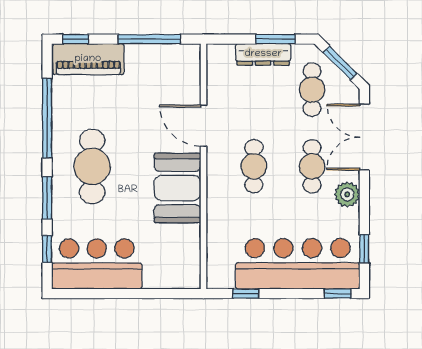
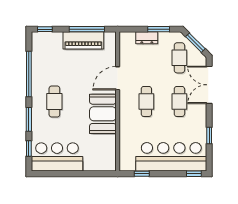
dresser: (263, 54) -> (147, 38), width x0.70
piano: (88, 59) -> (83, 40), moved
door: (203, 126) -> (118, 78), hinge flipped
cafe table: (92, 166) -> (54, 102), width x0.73, depth x0.74
plant: (347, 194) -> (199, 117), removed
window: (364, 249) -> (209, 135), moved

